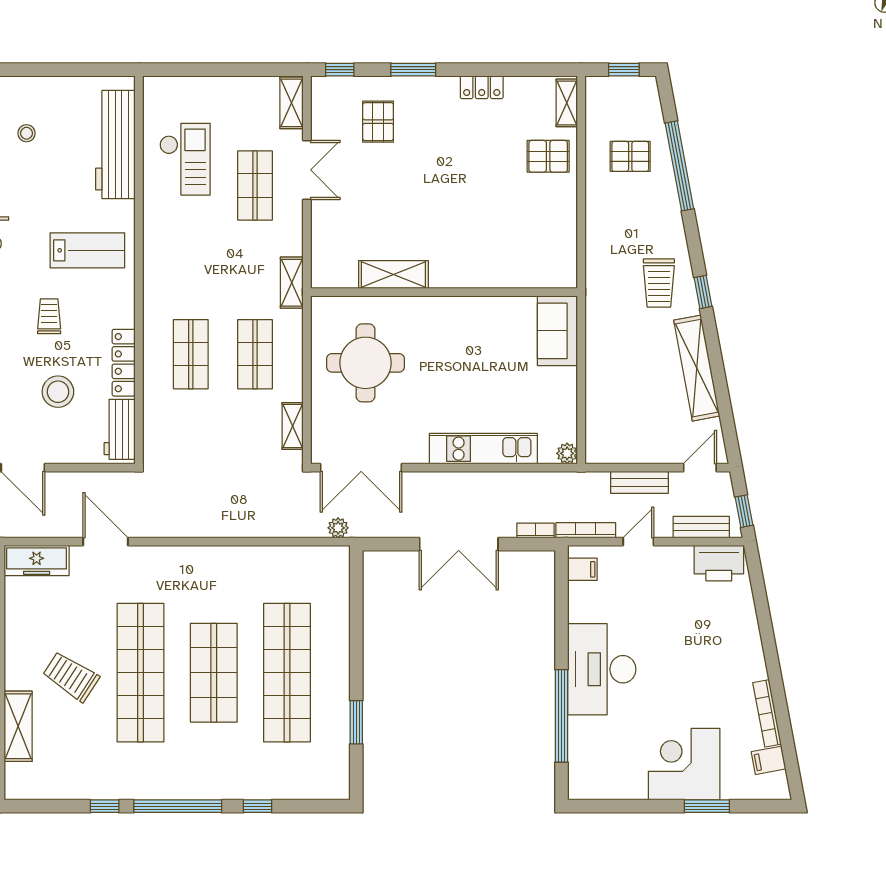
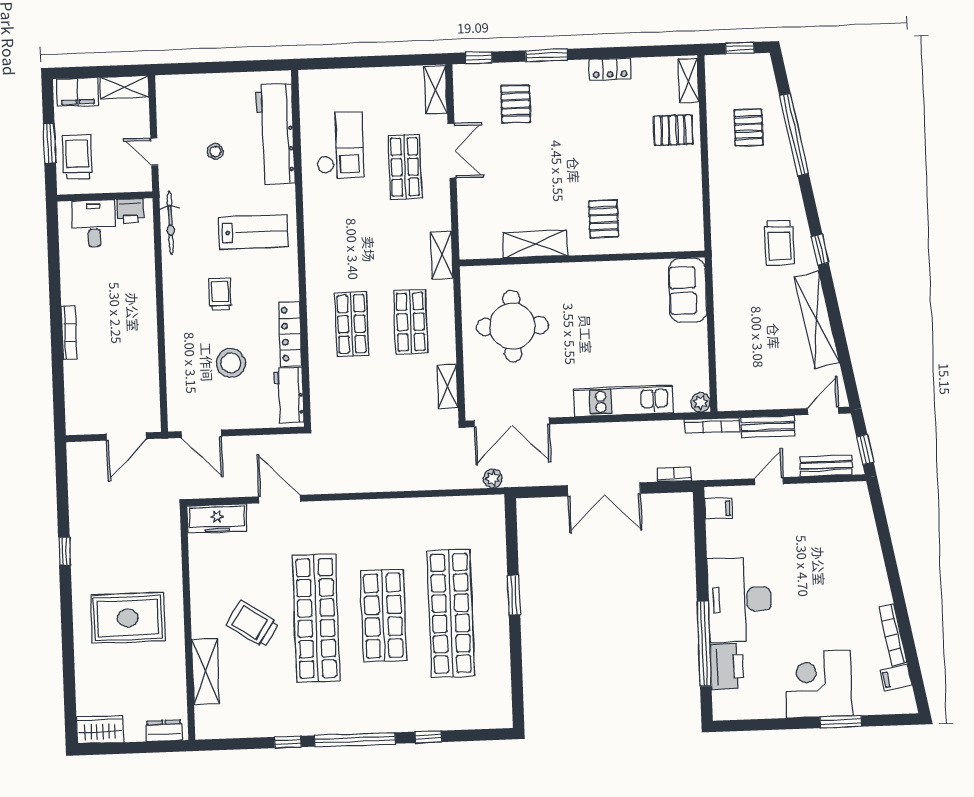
stool: (27, 133) -> (215, 151), moved
pallet: (630, 156) -> (748, 128), turned 90
pallet: (469, 250) -> (604, 219), added
bookcase: (586, 530) -> (712, 425), moved, turned 180
printer: (719, 563) -> (727, 666), moved, turned -90
window: (356, 722) -> (514, 595), moved

